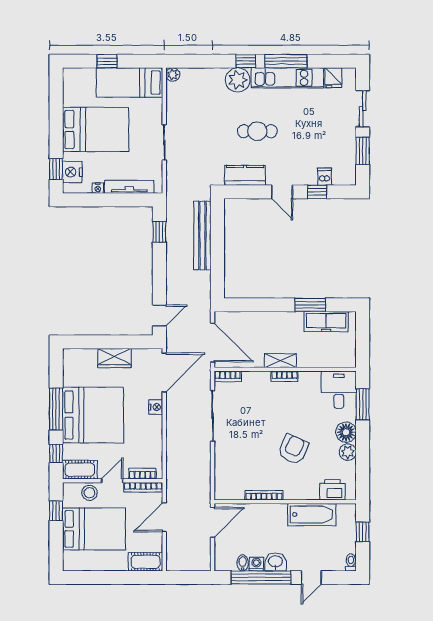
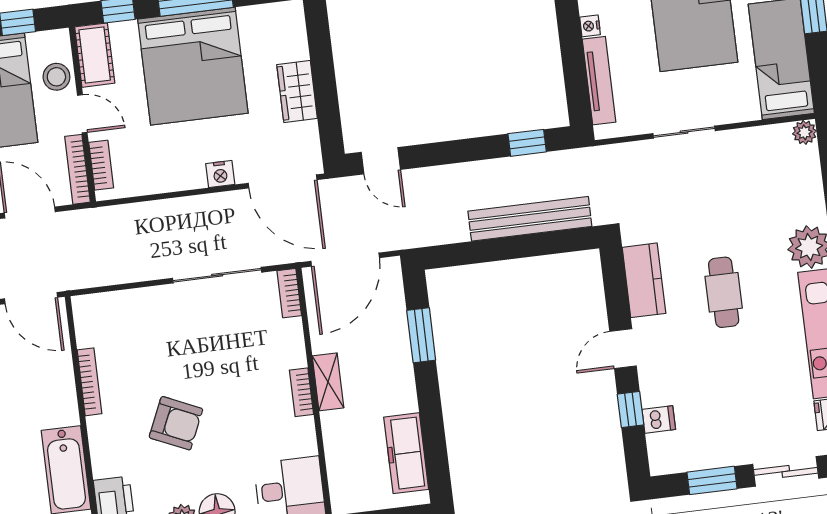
window: (310, 305) -> (421, 335), moved

